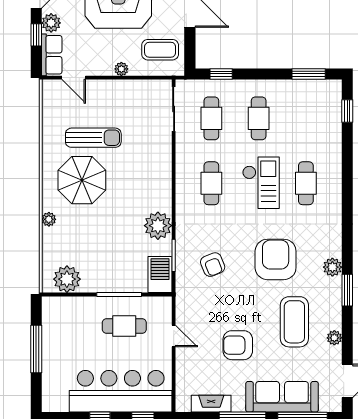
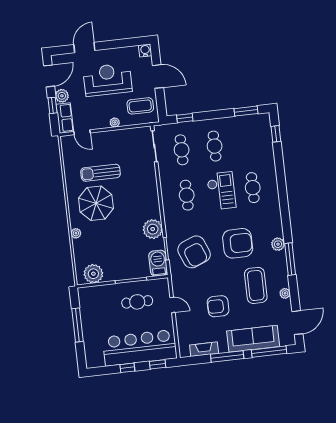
sun lounger: (93, 138) -> (101, 173), turned 180
armchair: (276, 259) -> (238, 243), turned 90
armchair: (213, 265) -> (194, 252), width x1.88, depth x1.88
window: (347, 290) -> (290, 259), width x1.44

